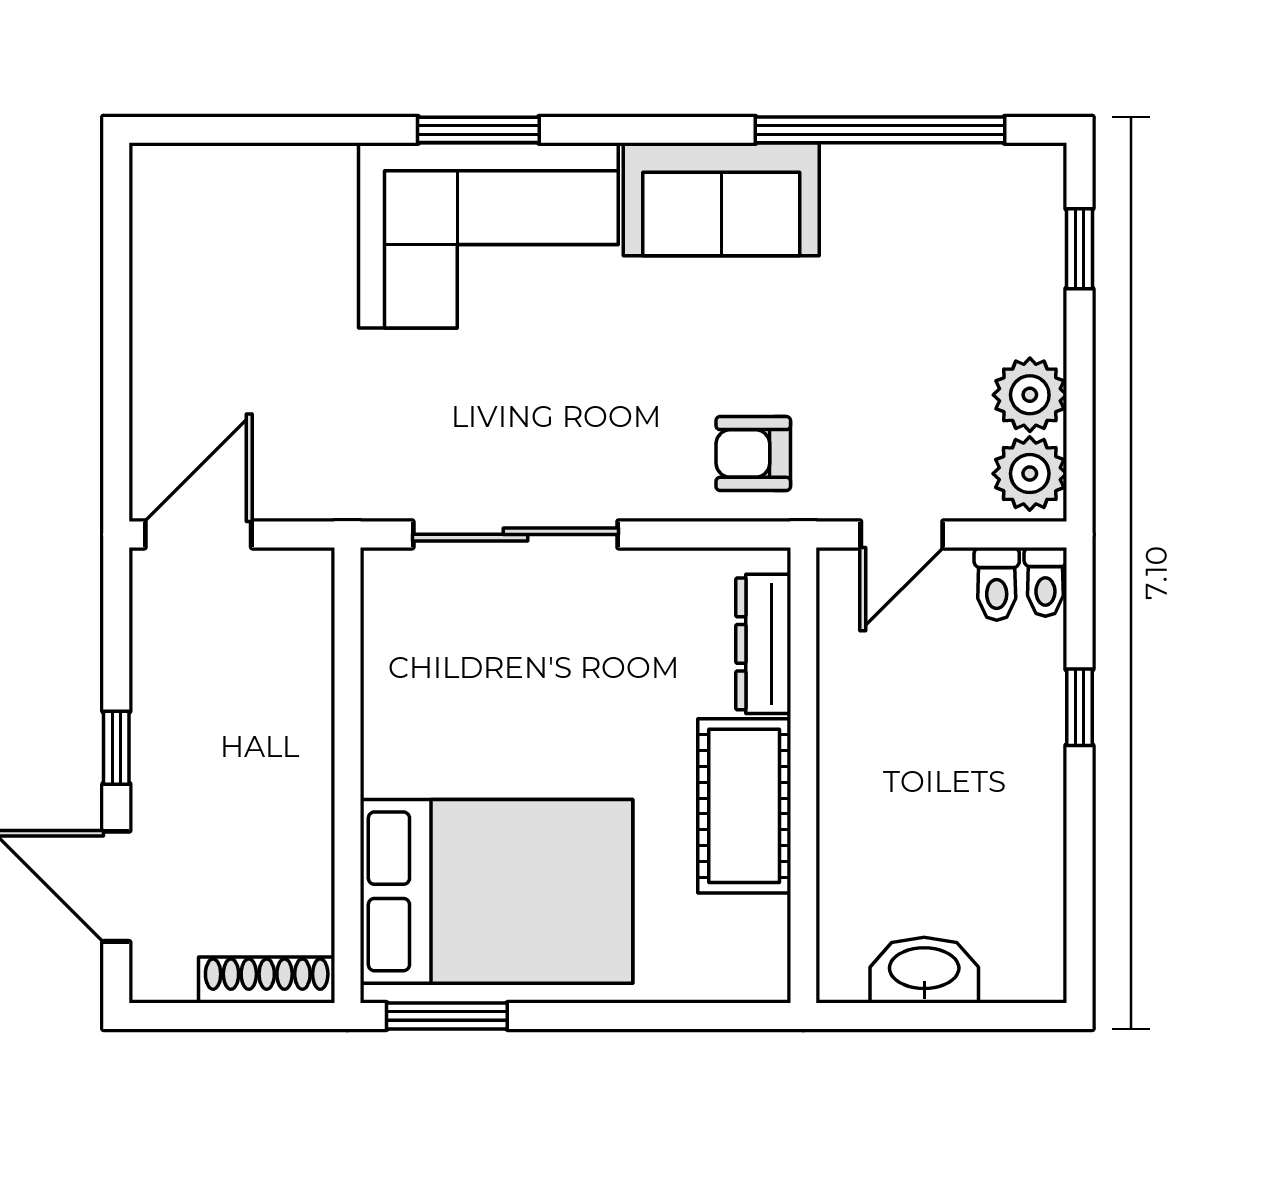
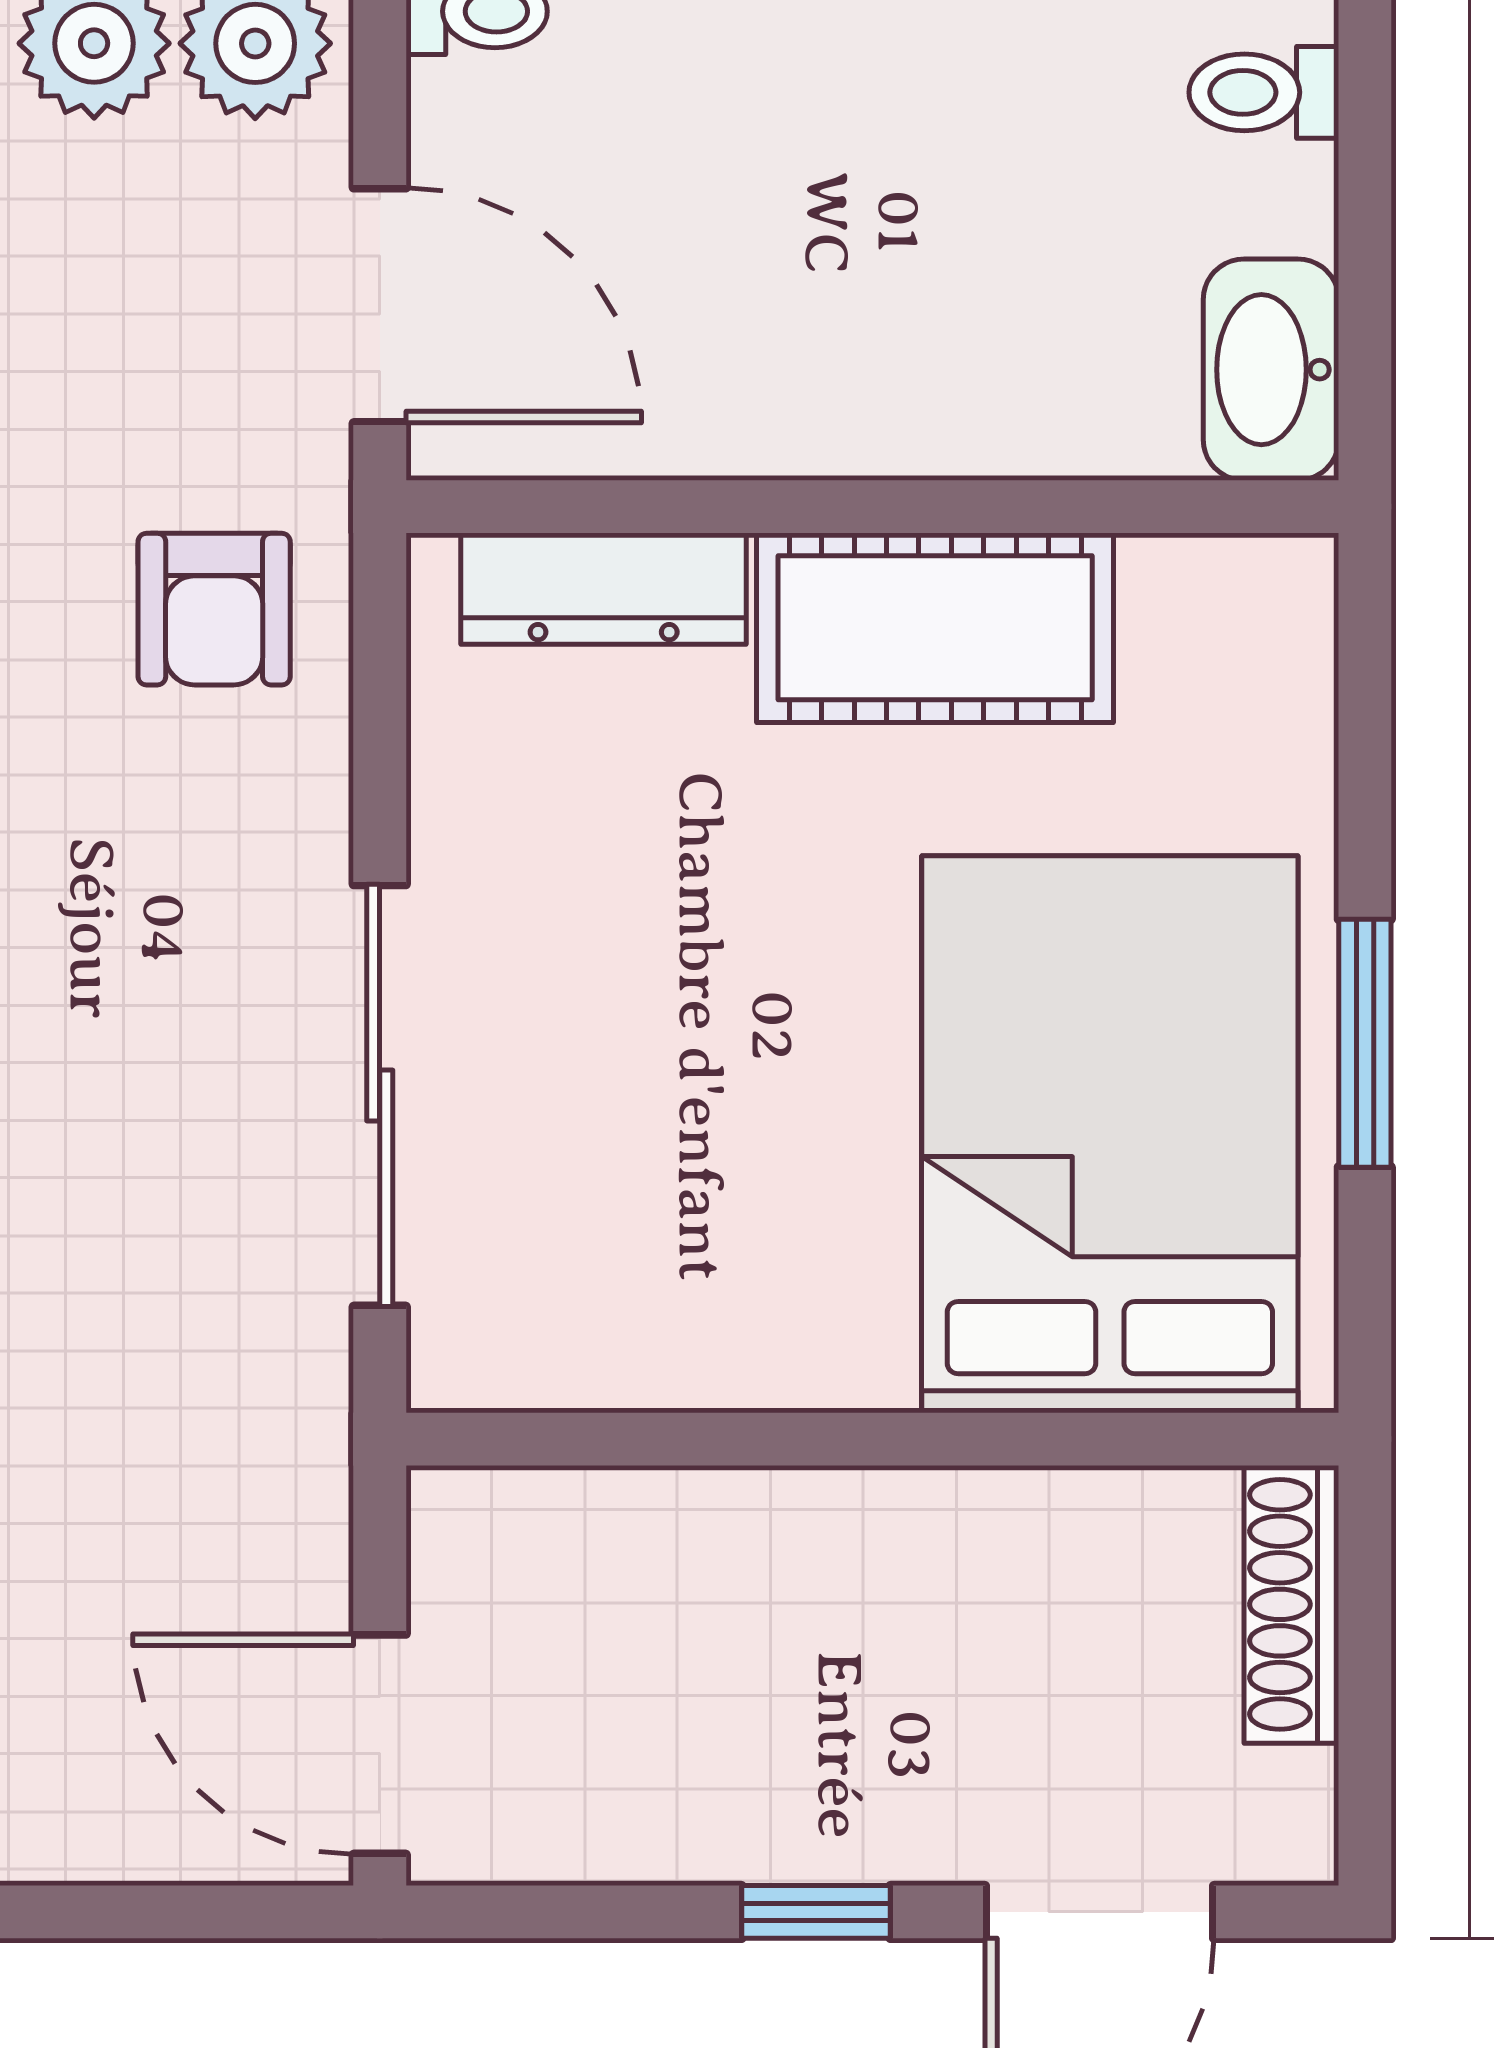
door: (902, 534) -> (380, 305), width x1.38
toilet: (997, 584) -> (1264, 92), moved, turned 180
washbasin: (924, 970) -> (1271, 370), moved
window: (447, 1016) -> (1365, 1043), moved

